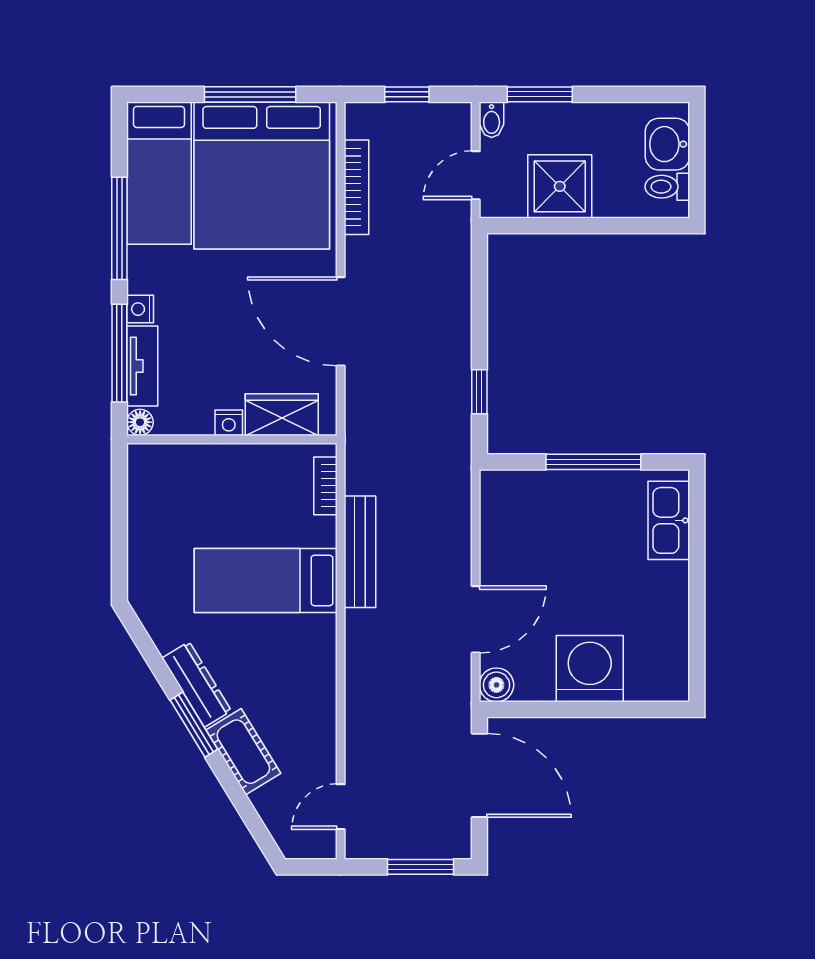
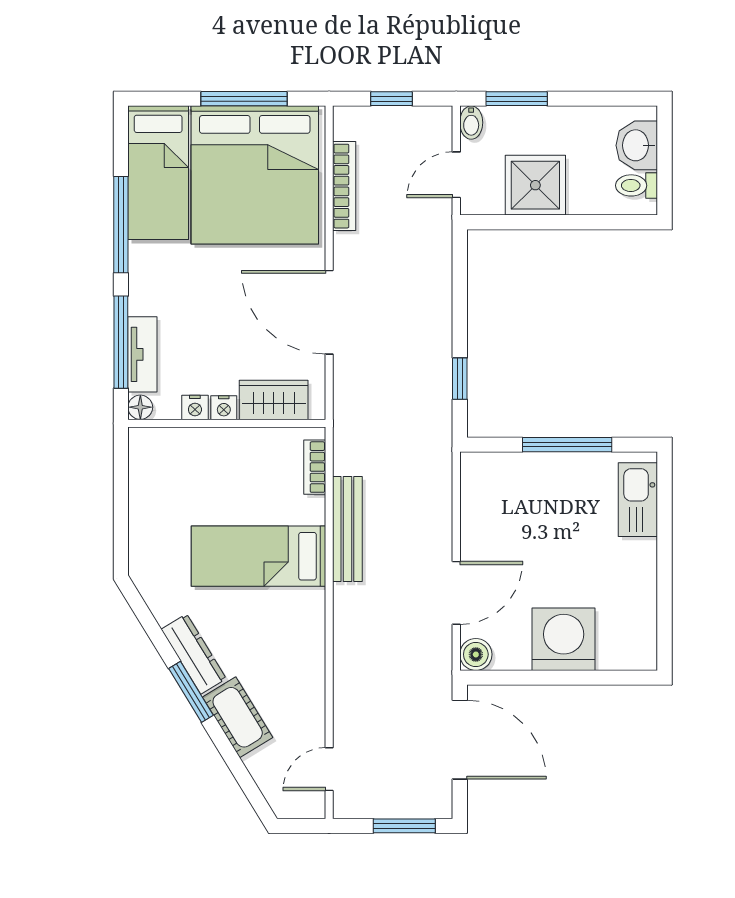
nightstand: (140, 309) -> (195, 408), moved, turned -90

